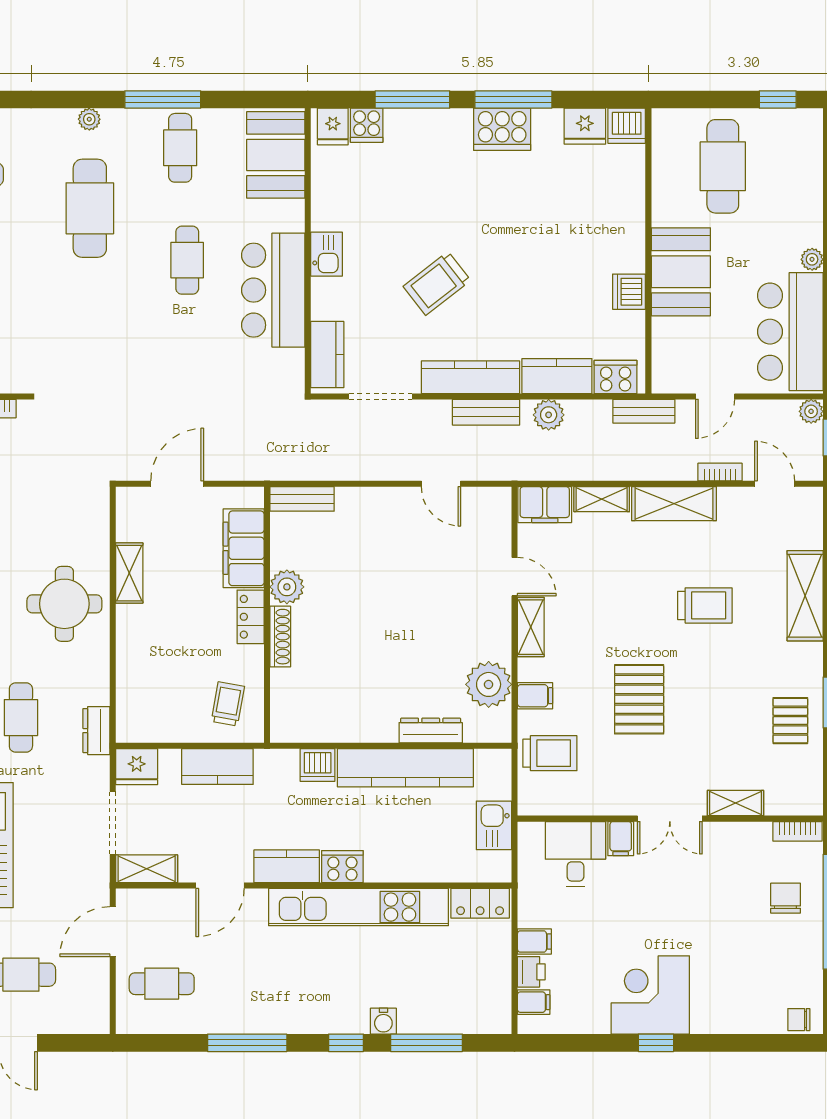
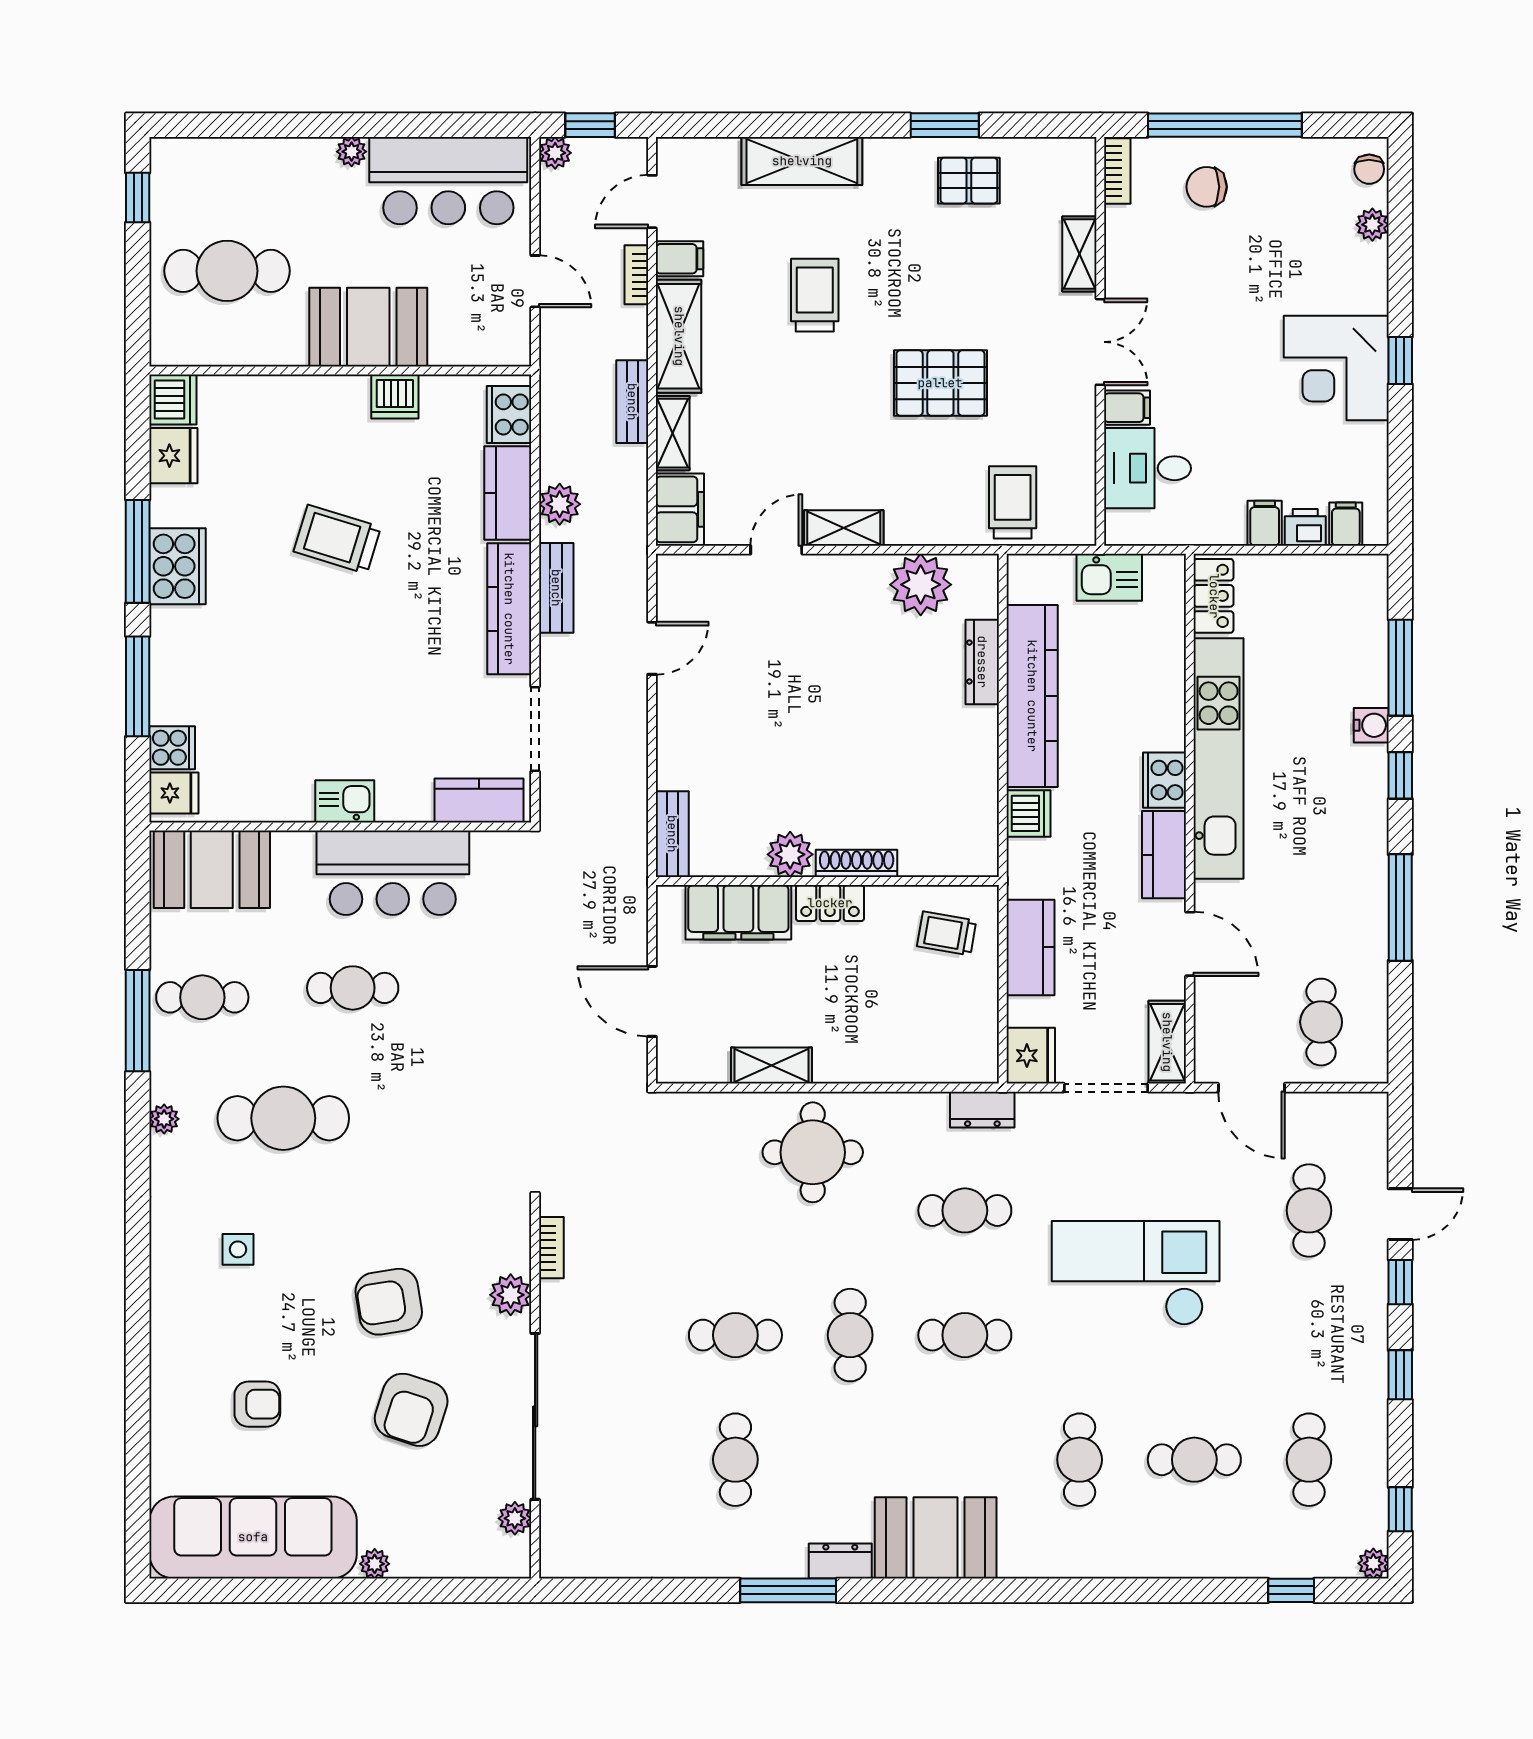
trolley: (437, 283) -> (337, 539), moved, turned 145
bench: (644, 411) -> (632, 402), moved
filing cabinet: (535, 696) -> (679, 259), moved, turned 90
plant: (757, 1022) -> (1372, 225), added

